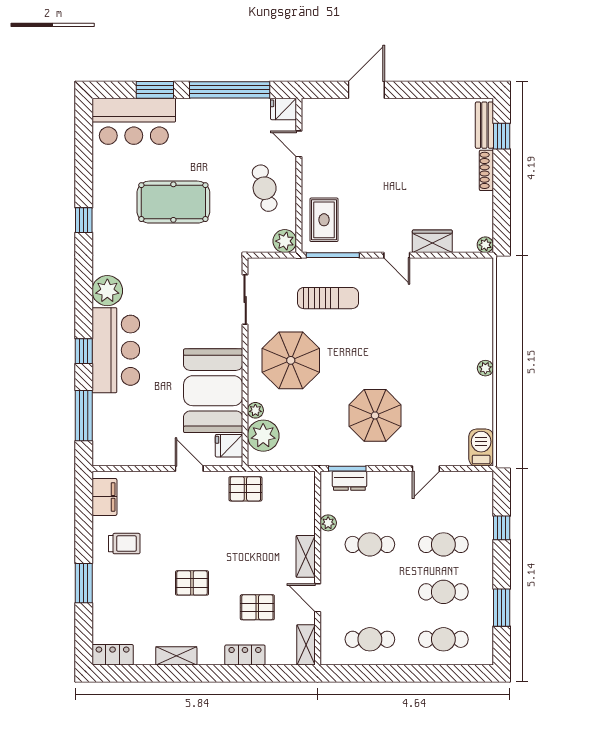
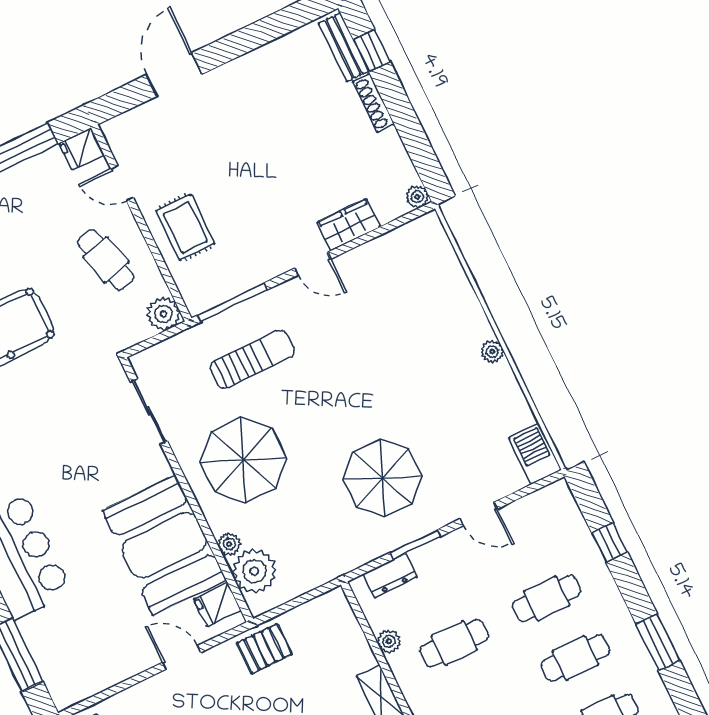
rug: (324, 220) -> (185, 227), moved
window: (347, 469) -> (415, 544), moved
door: (426, 469) -> (479, 514), hinge flipped

